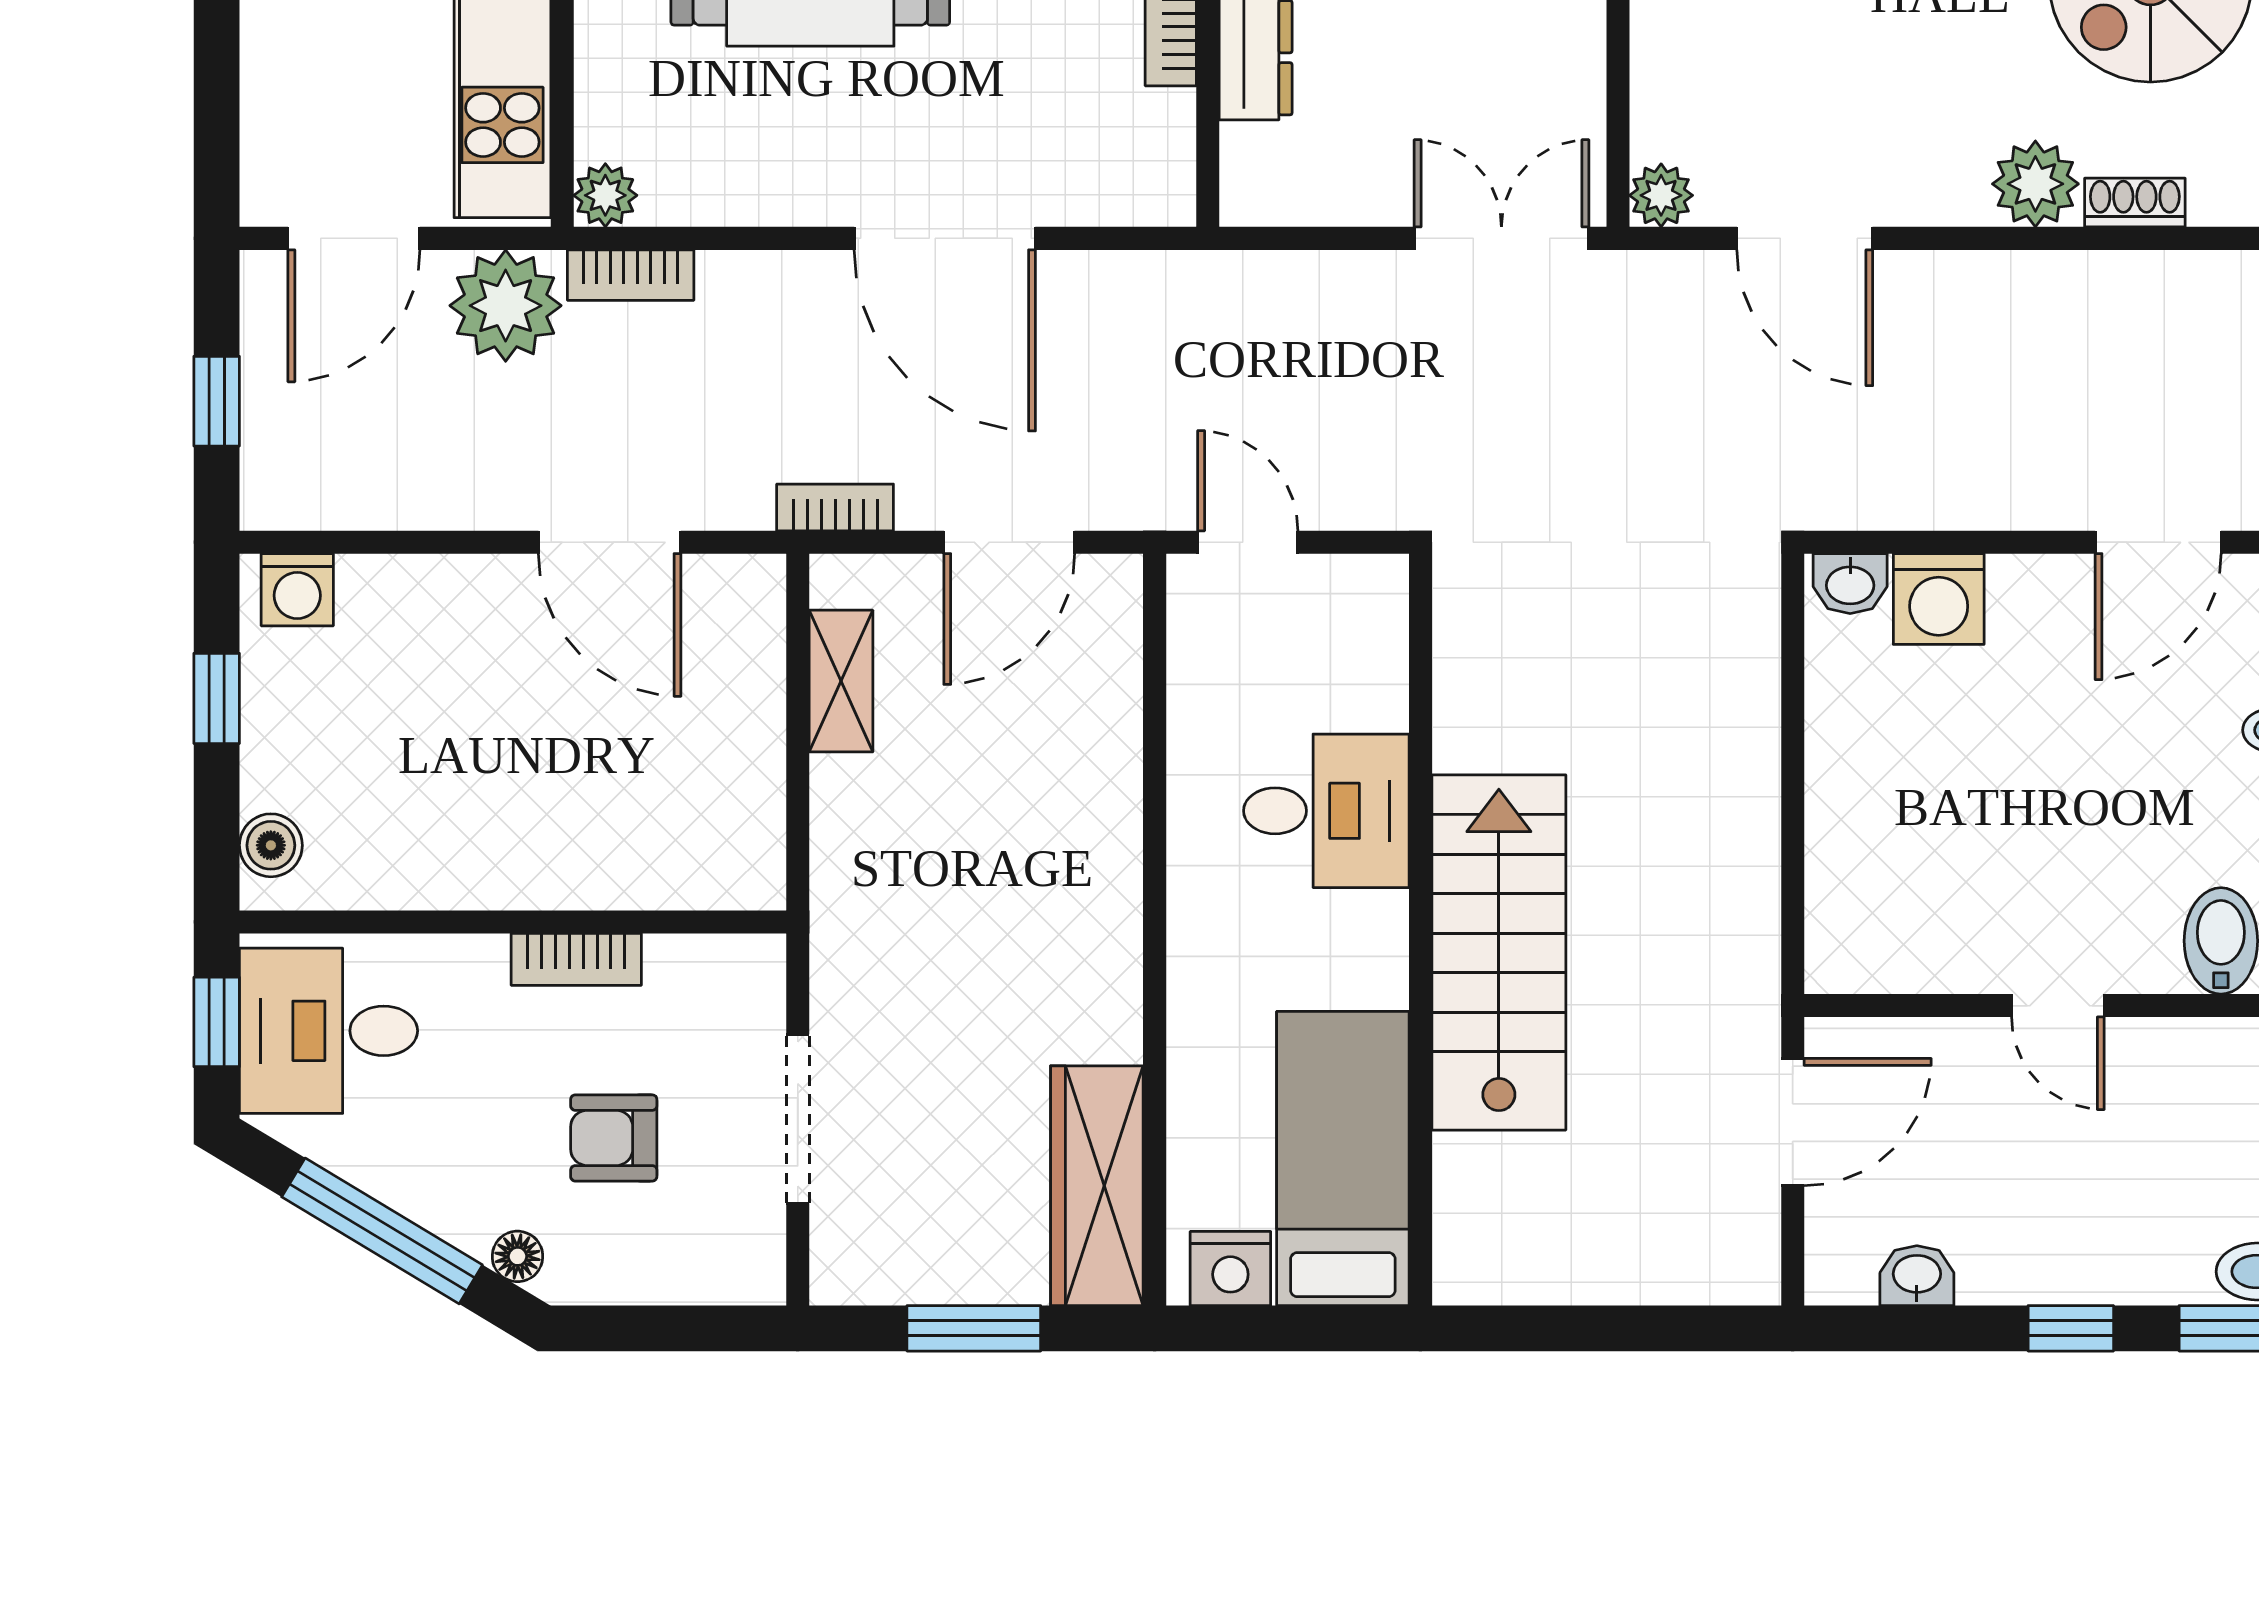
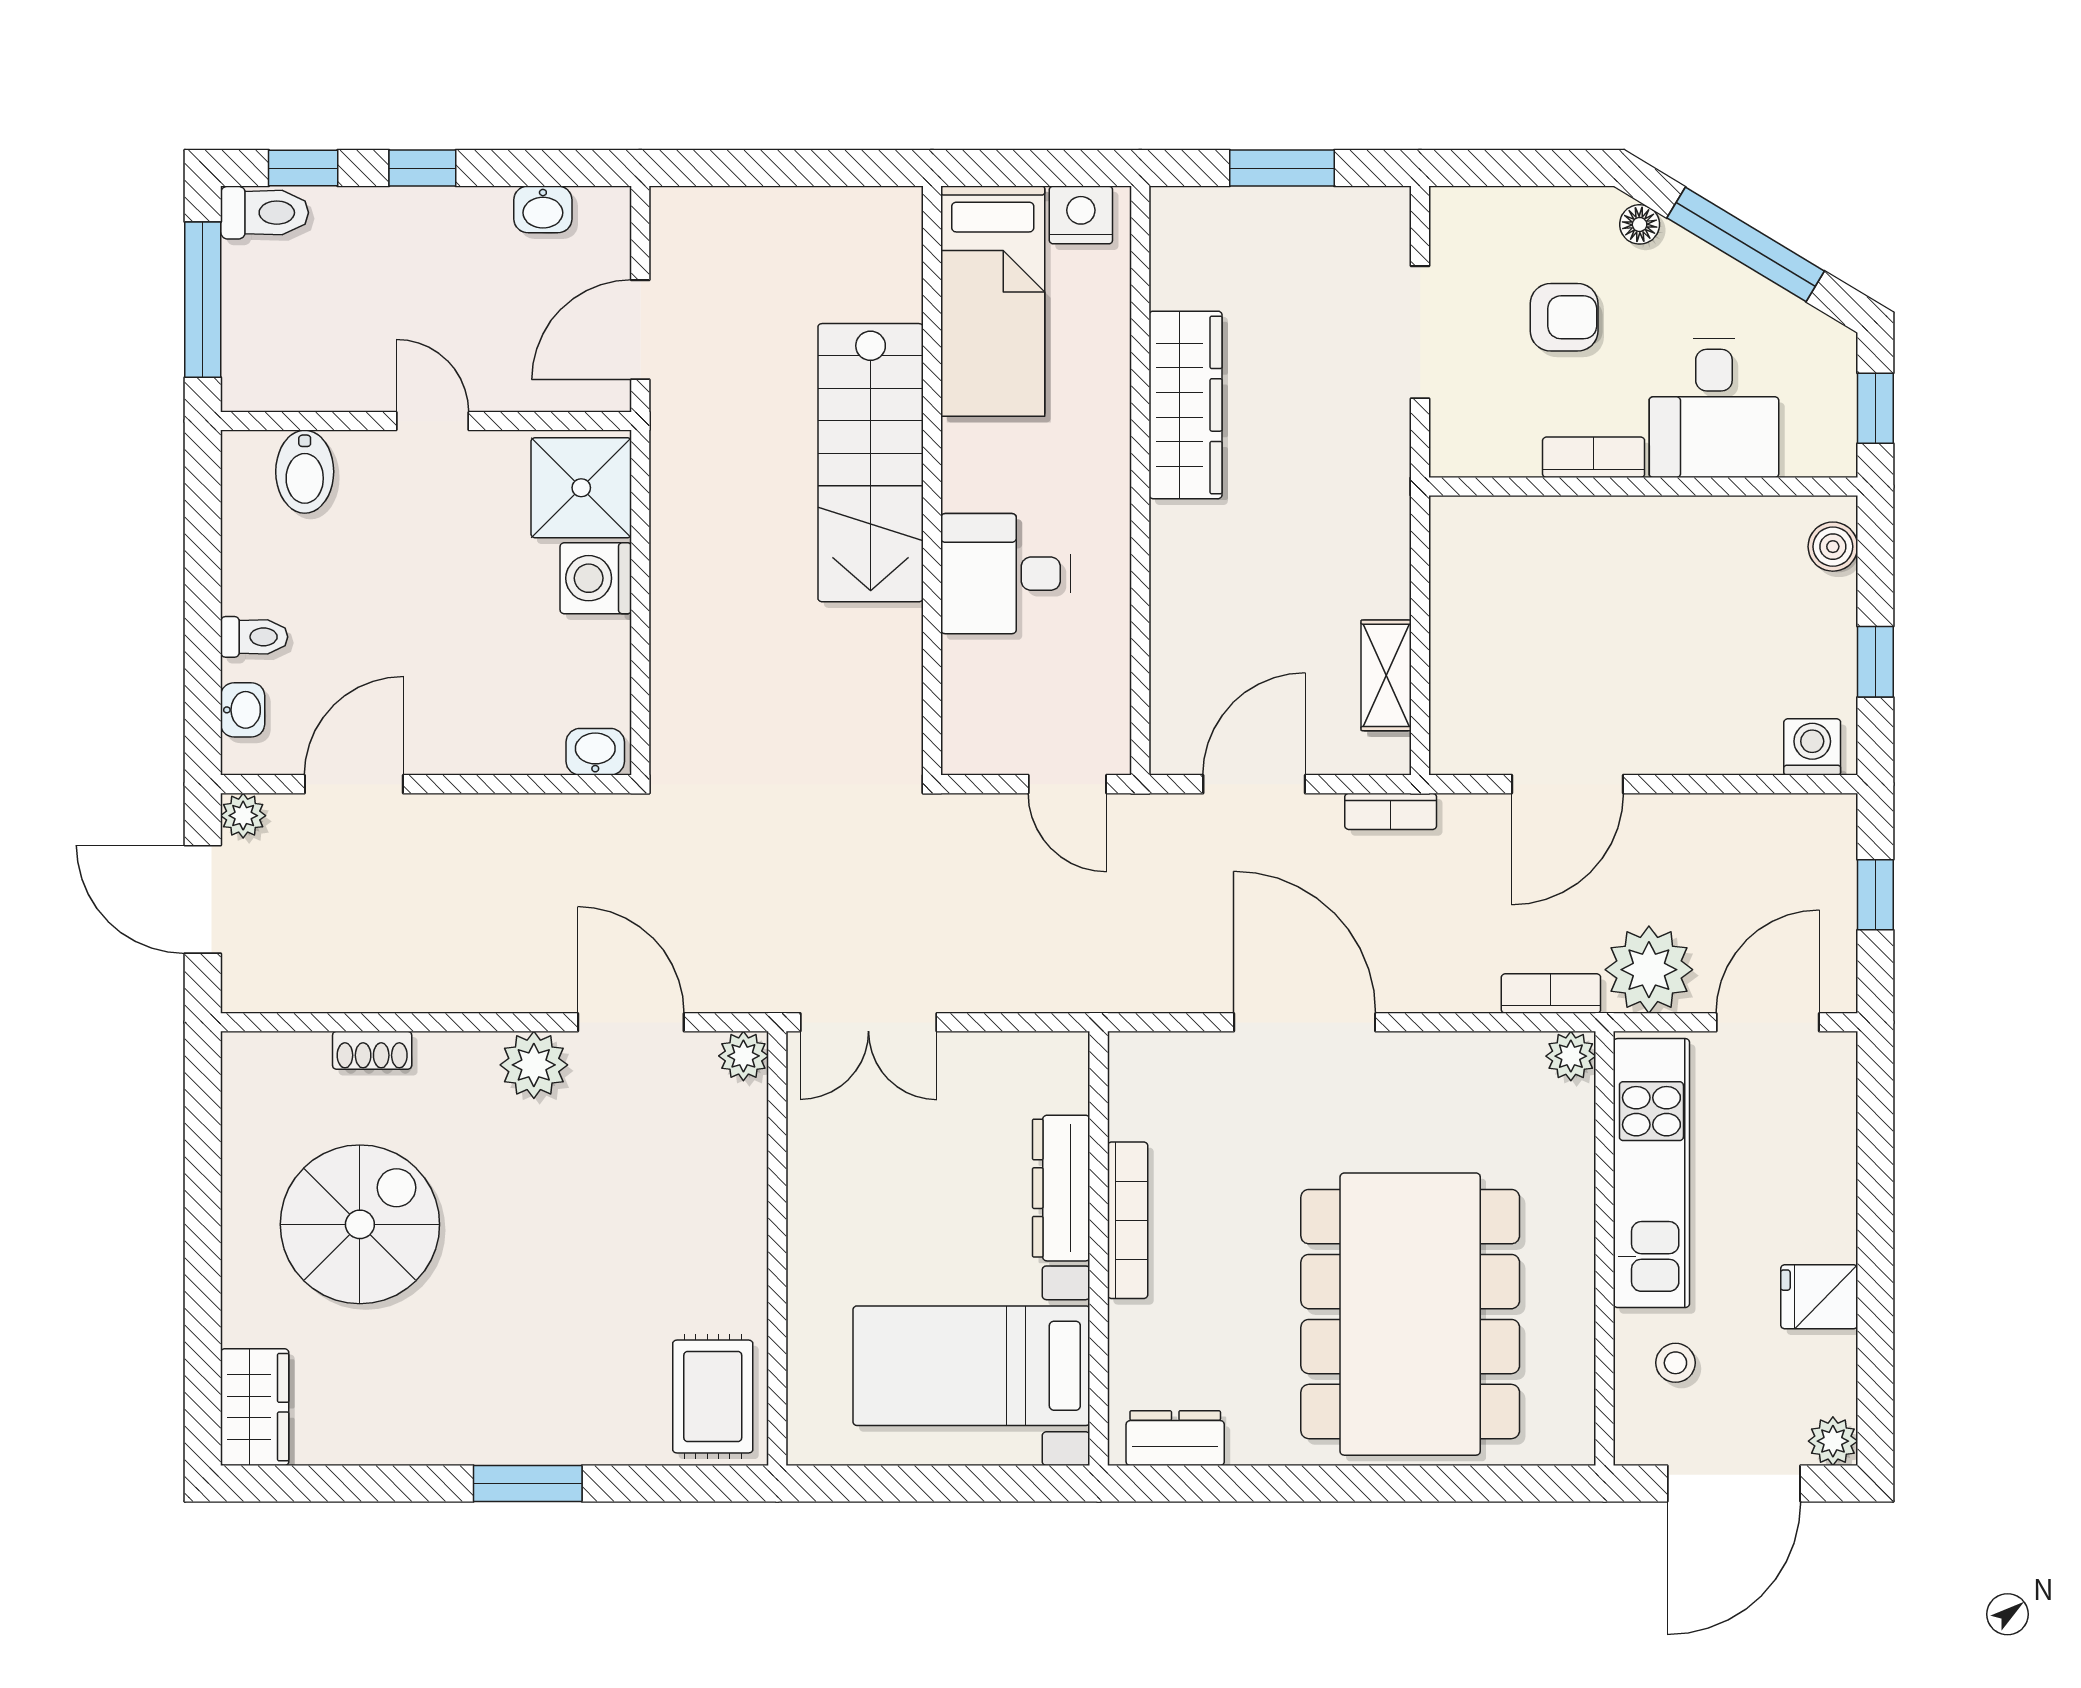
plant: (2035, 184) -> (534, 1065), moved
door: (610, 542) -> (1567, 784), swing flipped
washing machine: (1939, 599) -> (596, 578), moved, turned -90
shower: (1868, 920) -> (581, 488), added
desk: (328, 1031) -> (1714, 408), moved, turned 90
wardrobe: (1097, 1186) -> (1186, 405), moved

